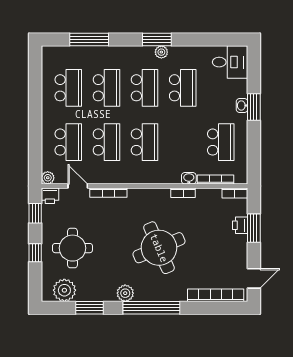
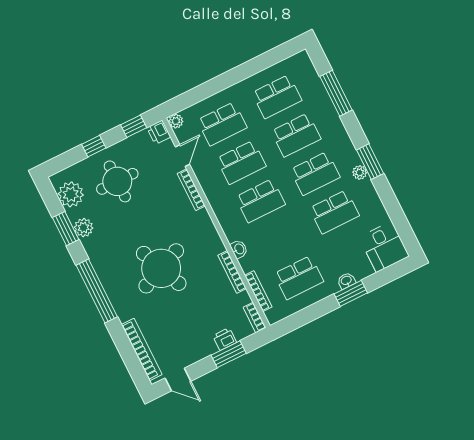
washbasin: (189, 178) -> (239, 249), moved
bookcase: (183, 193) -> (232, 272), width x1.56
plant: (125, 293) -> (84, 228), moved

